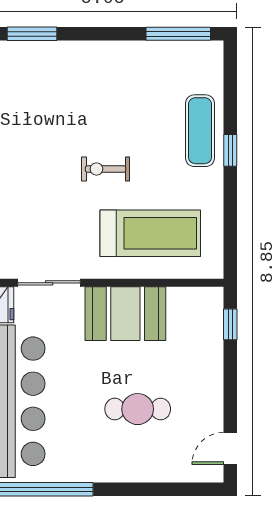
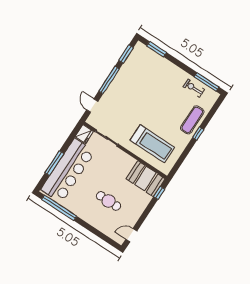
exercise bike: (106, 169) -> (194, 88), moved
booth: (125, 314) -> (146, 179), moved

